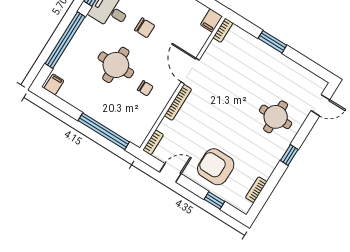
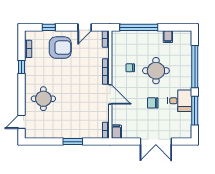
filing cabinet: (54, 84) -> (168, 37), moved
window: (289, 155) -> (21, 67), moved

